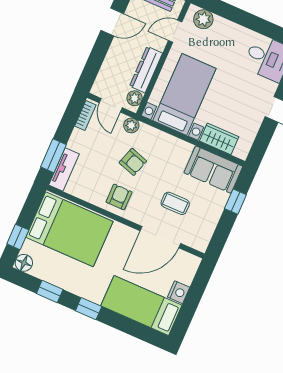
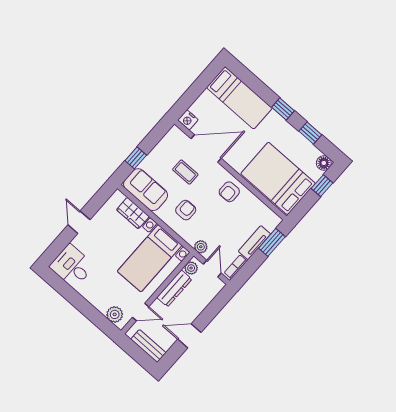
armchair: (133, 162) -> (186, 210), moved, turned 72
tv unit: (64, 169) -> (254, 243), moved
nightstand: (179, 292) -> (188, 120), moved, turned -90

